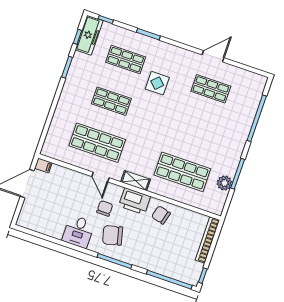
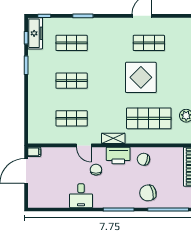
display table: (157, 83) -> (141, 77), moved, width x1.86, depth x1.86
shop shelf: (97, 143) -> (72, 118), width x0.70, depth x0.74
chair: (113, 235) -> (148, 193), moved

